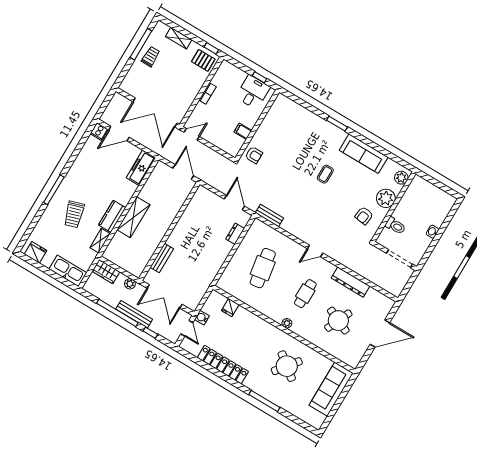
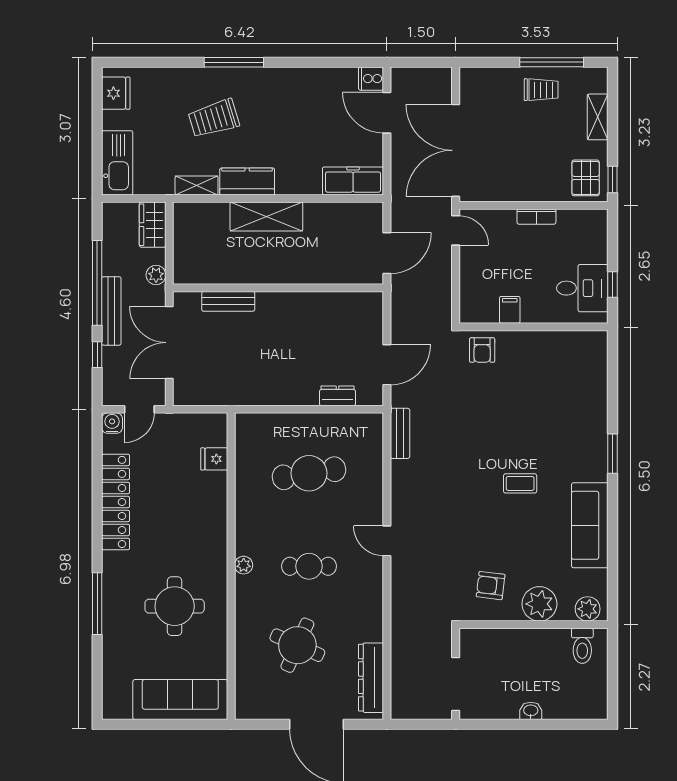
toilet: (395, 226) -> (582, 646), moved
dresser: (351, 282) -> (371, 678), moved
water cooler: (202, 318) -> (112, 423), moved
round table: (287, 366) -> (175, 606), turned -38

